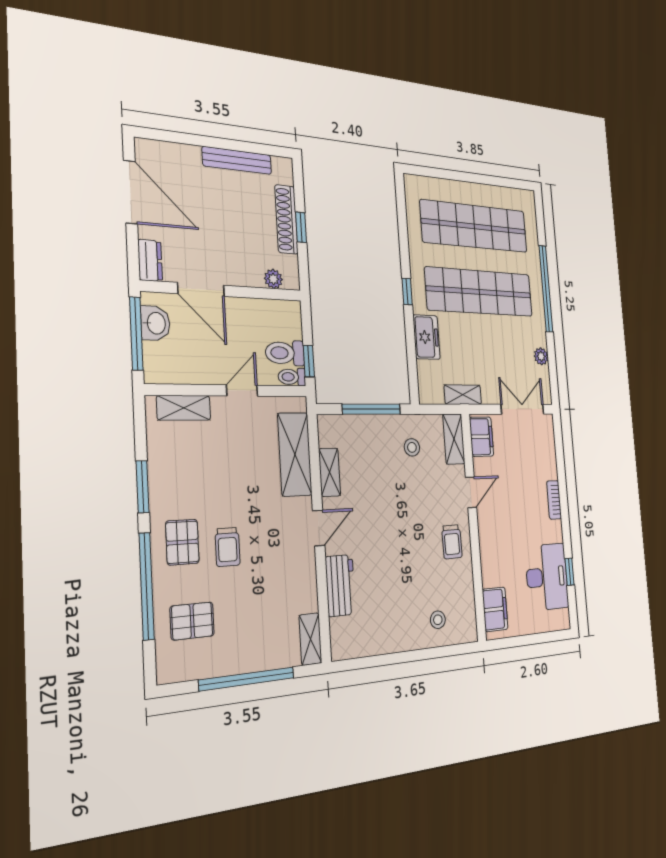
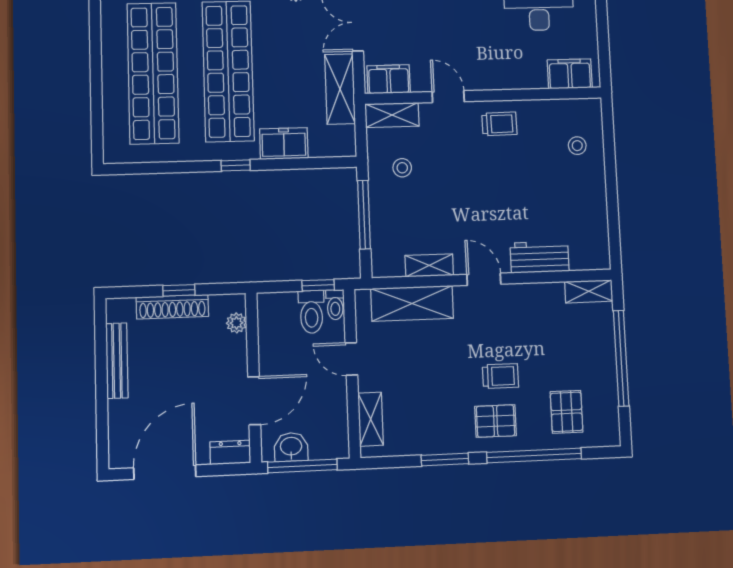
shelving: (463, 395) -> (340, 89), width x1.50, depth x1.33

